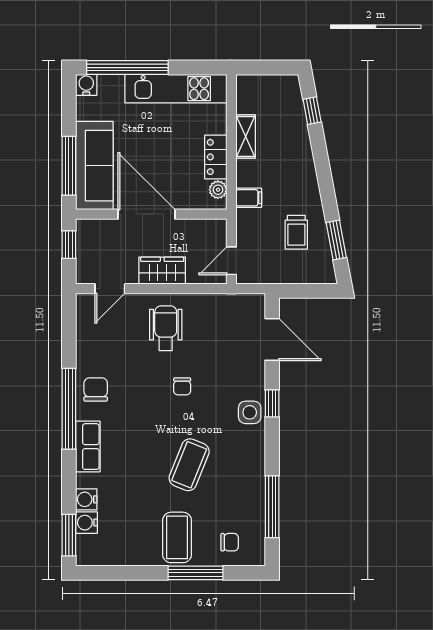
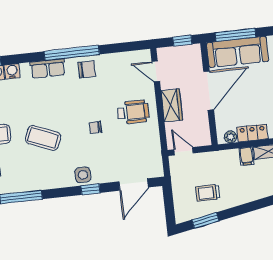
filing cabinet: (249, 198) -> (246, 156), moved

